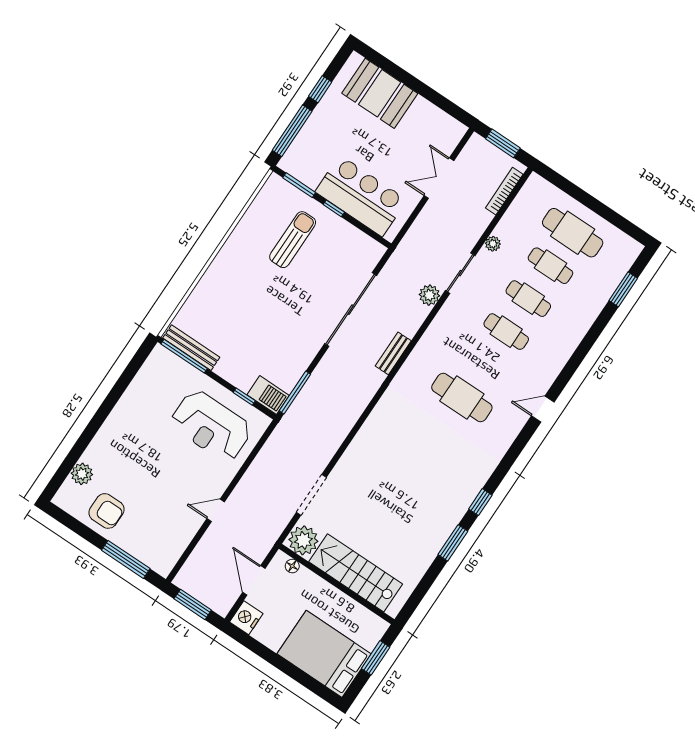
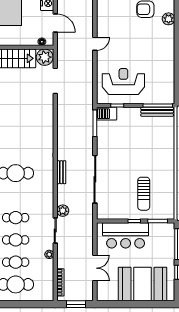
booth: (380, 93) -> (143, 284), width x1.36, depth x1.42

